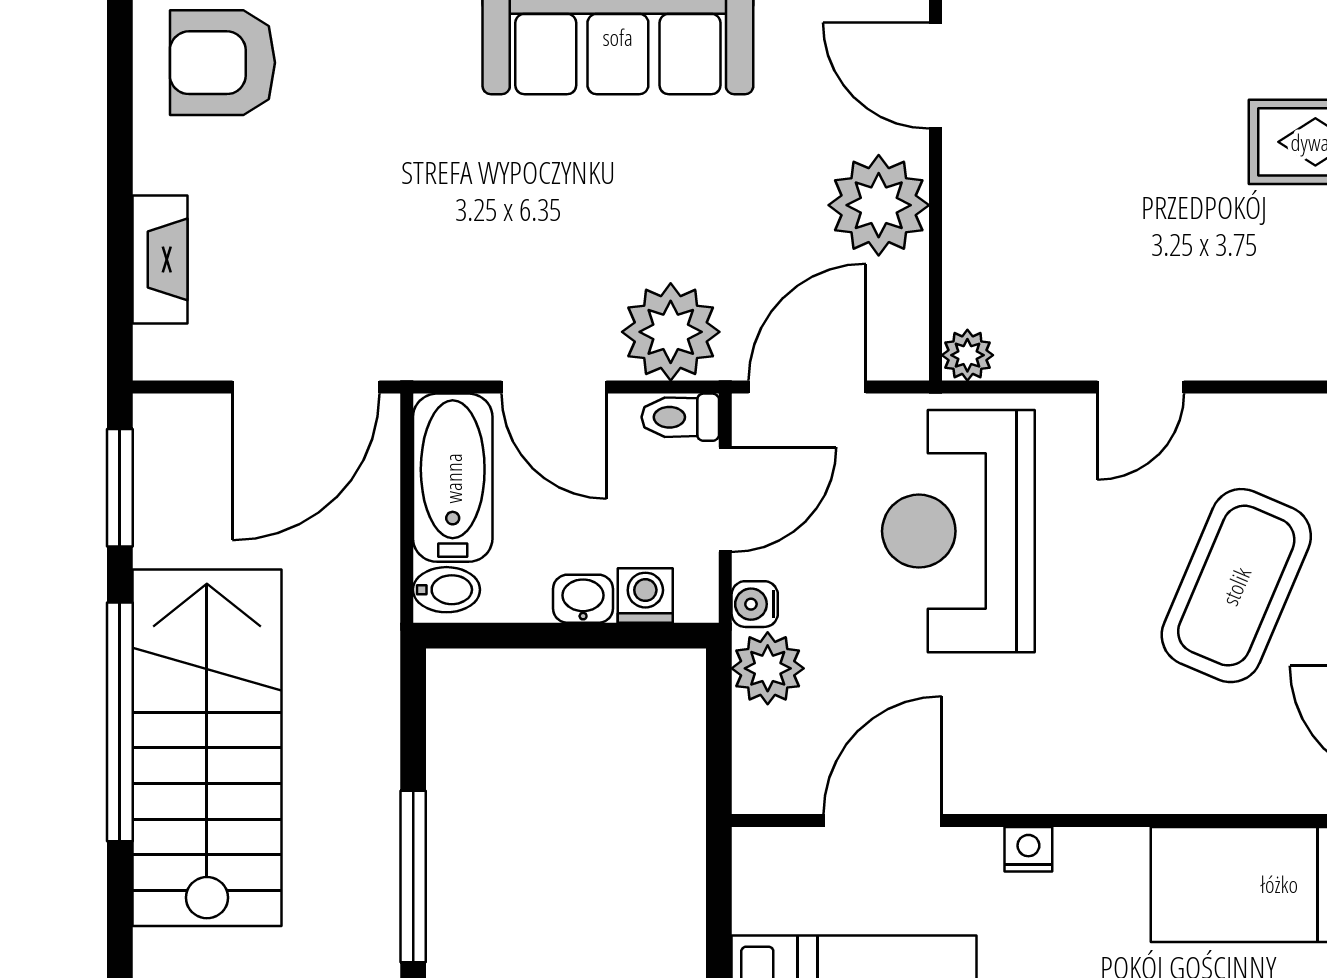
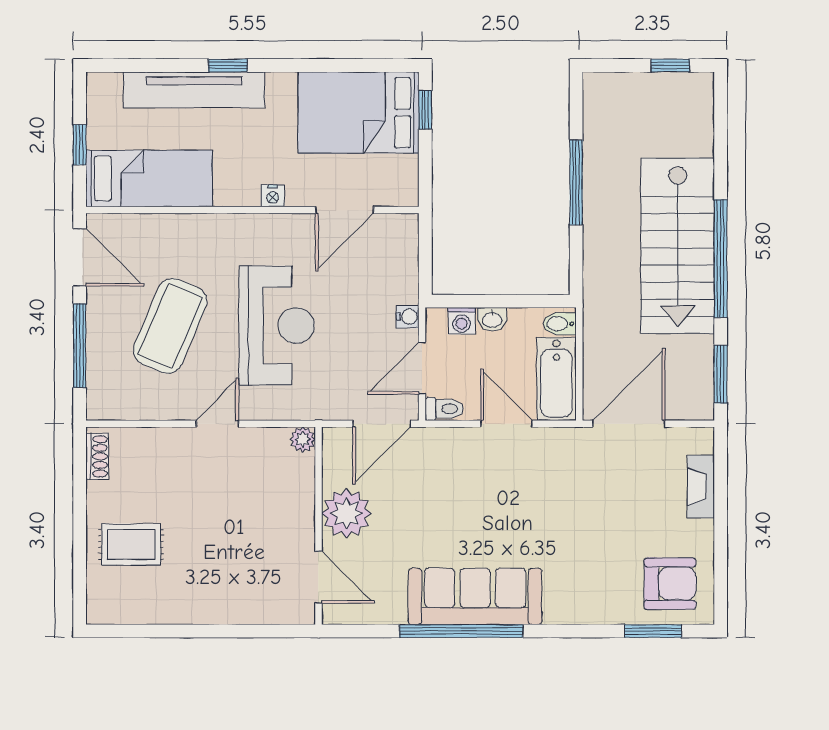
plant: (671, 332) -> (449, 451), removed
reception desk: (958, 531) -> (277, 326), moved
plant: (768, 668) -> (401, 285), removed

